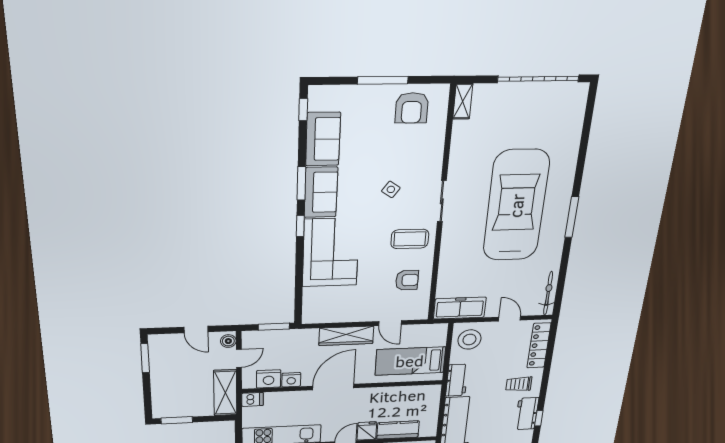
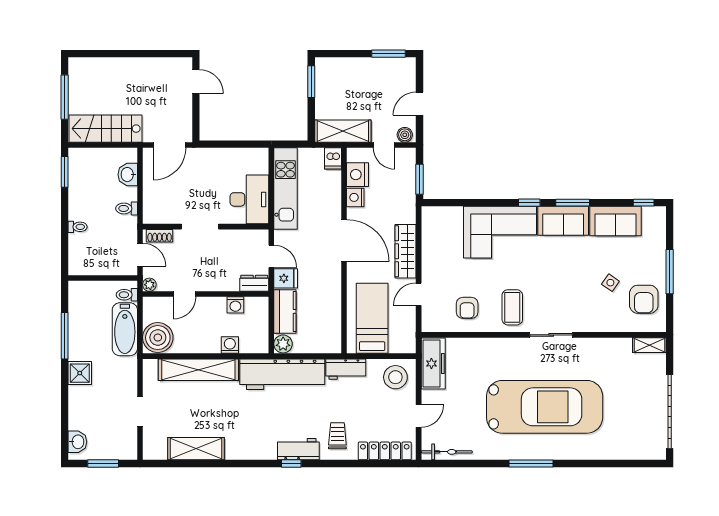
armchair: (412, 108) -> (644, 299), turned -90
side table: (391, 189) -> (610, 283), moved
plant: (428, 430) -> (283, 344), added

